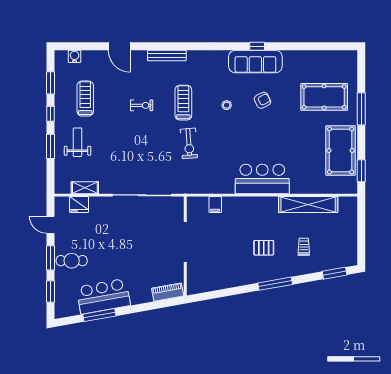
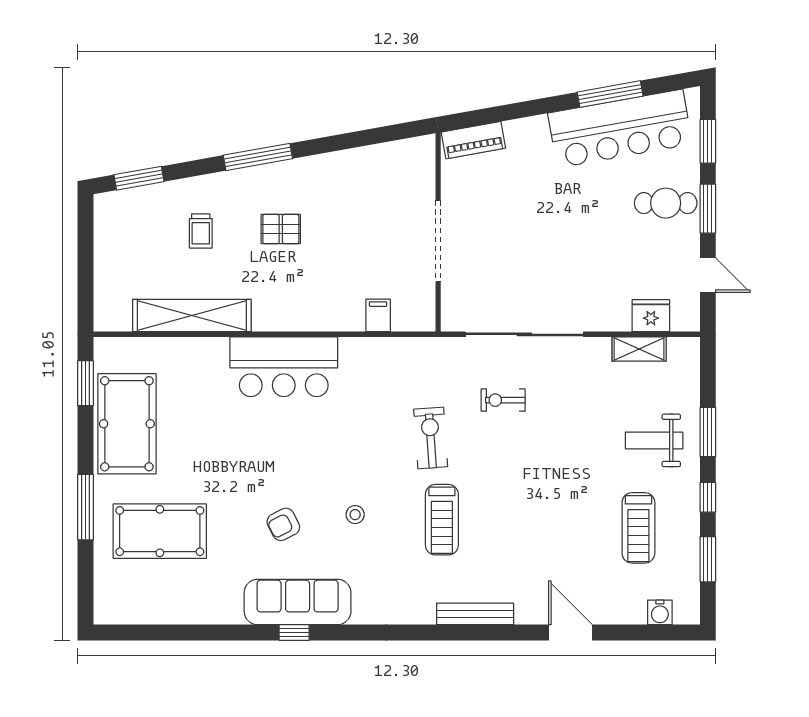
exercise bike: (142, 105) -> (503, 400), moved
weight bench: (77, 142) -> (654, 440), turned 90
bar counter: (103, 296) -> (620, 129), width x1.36

